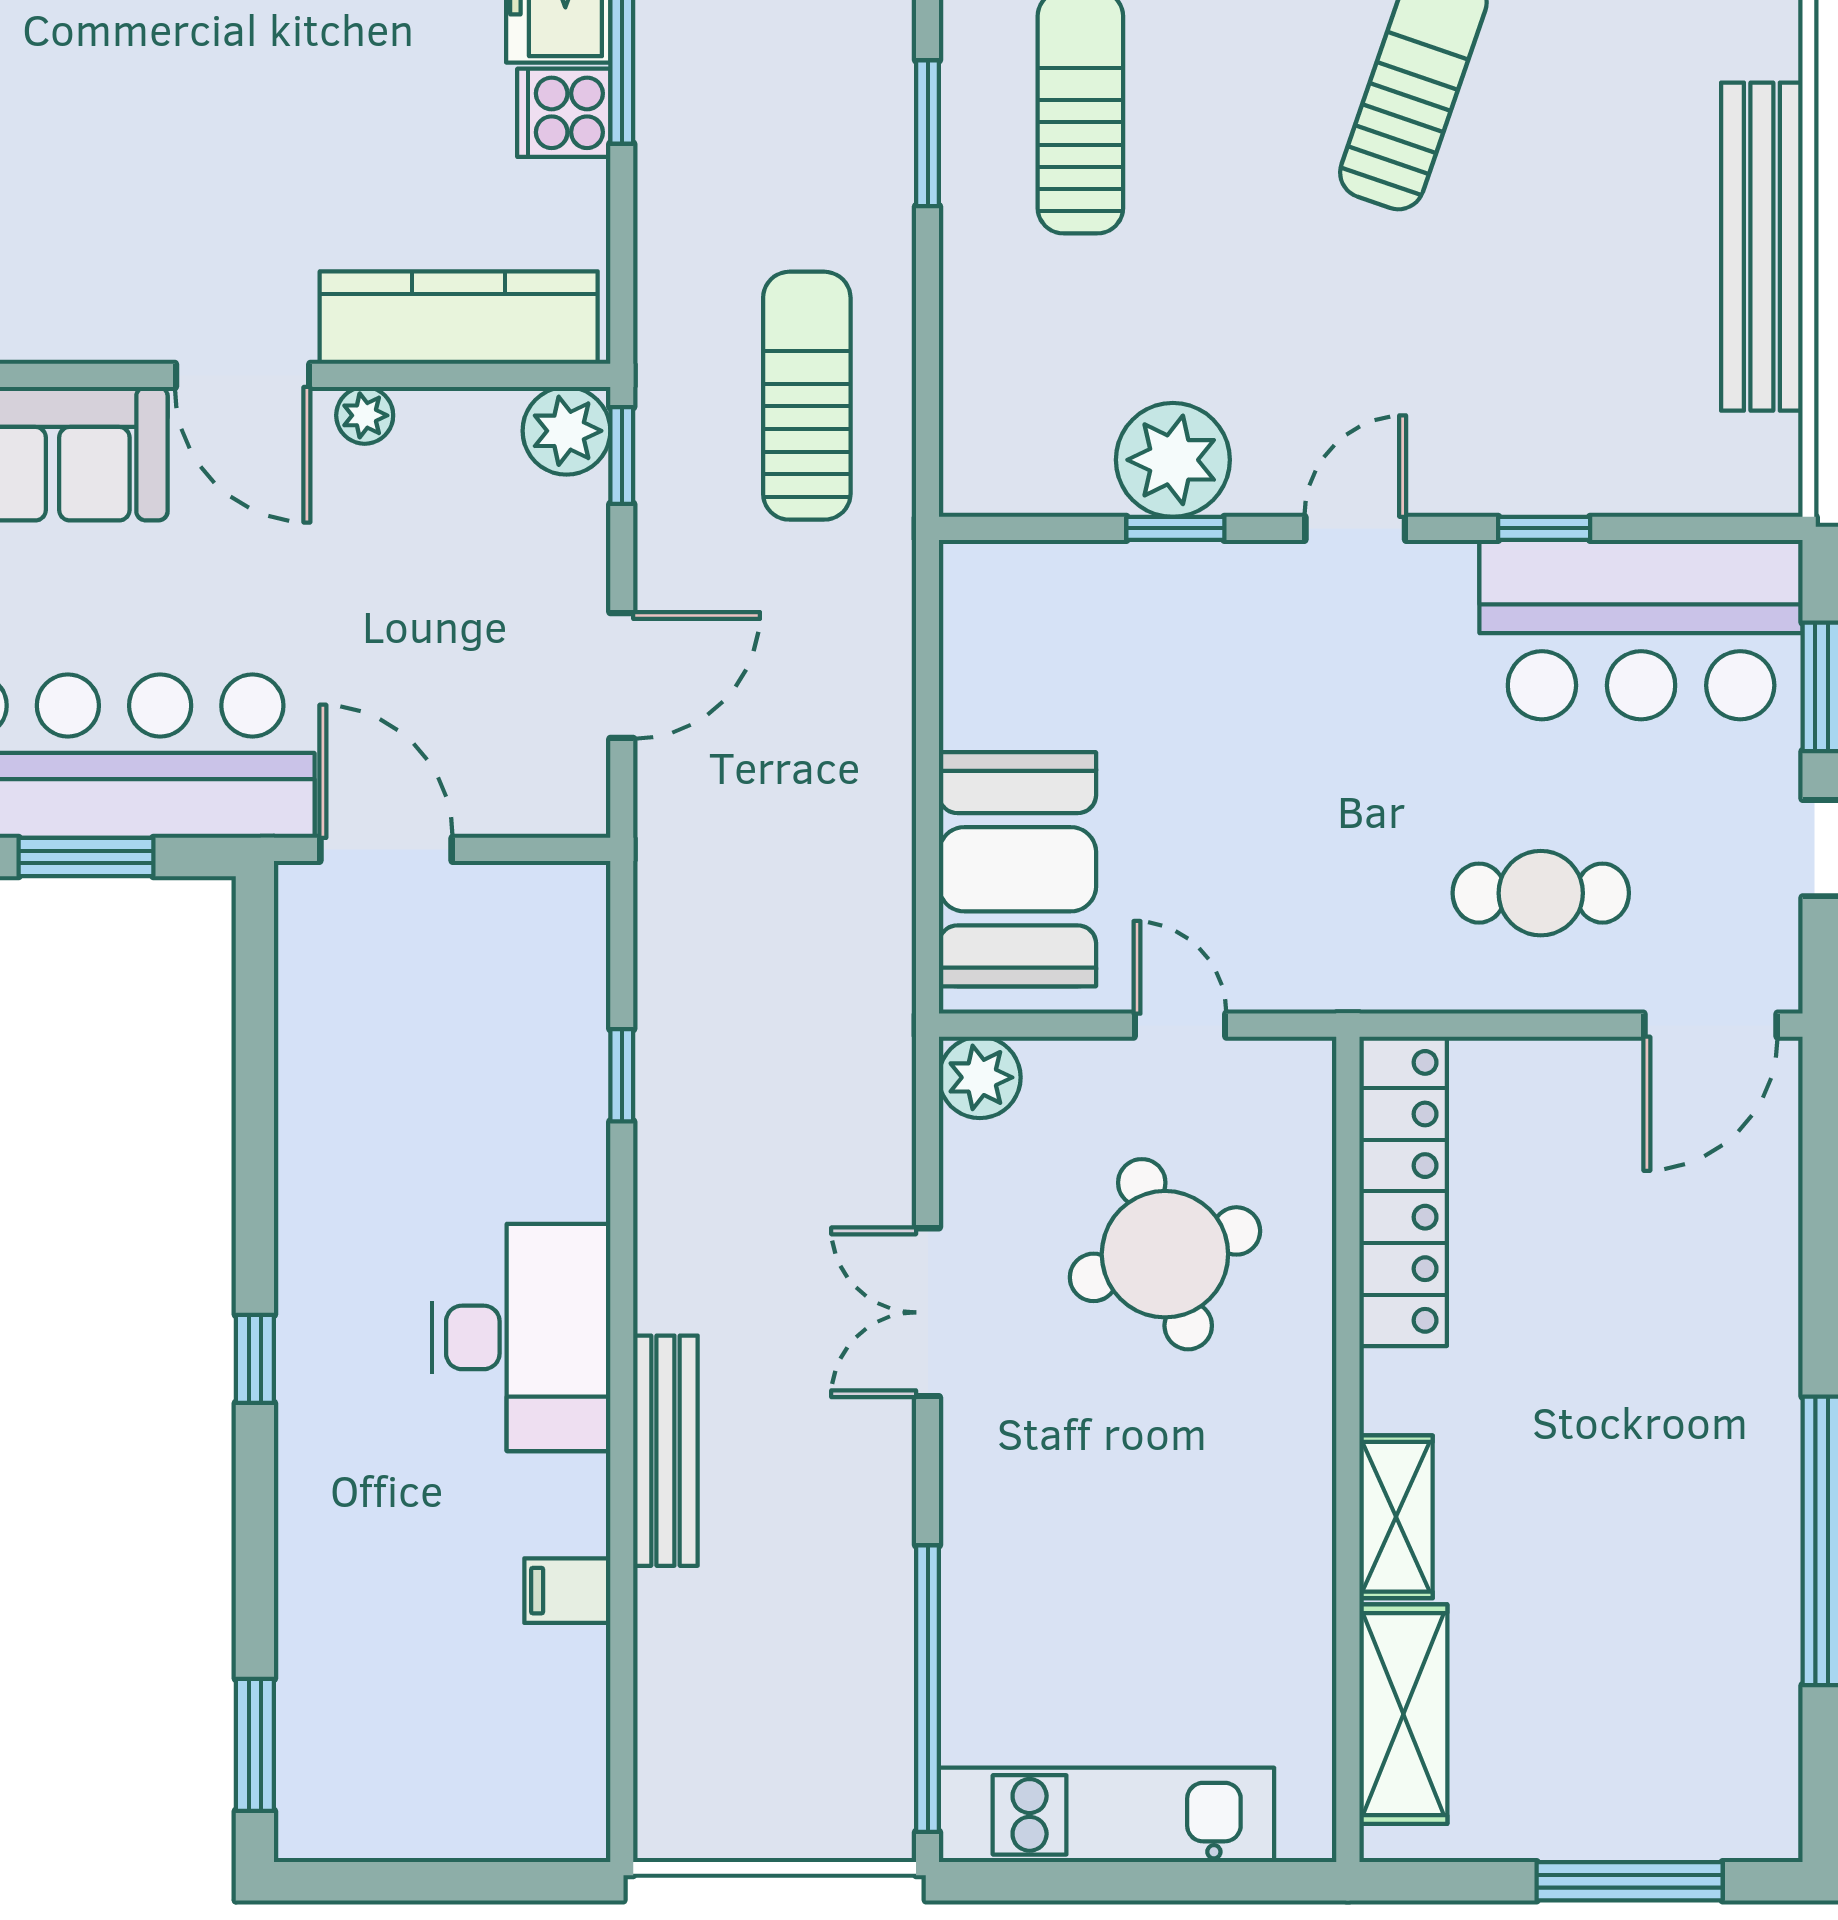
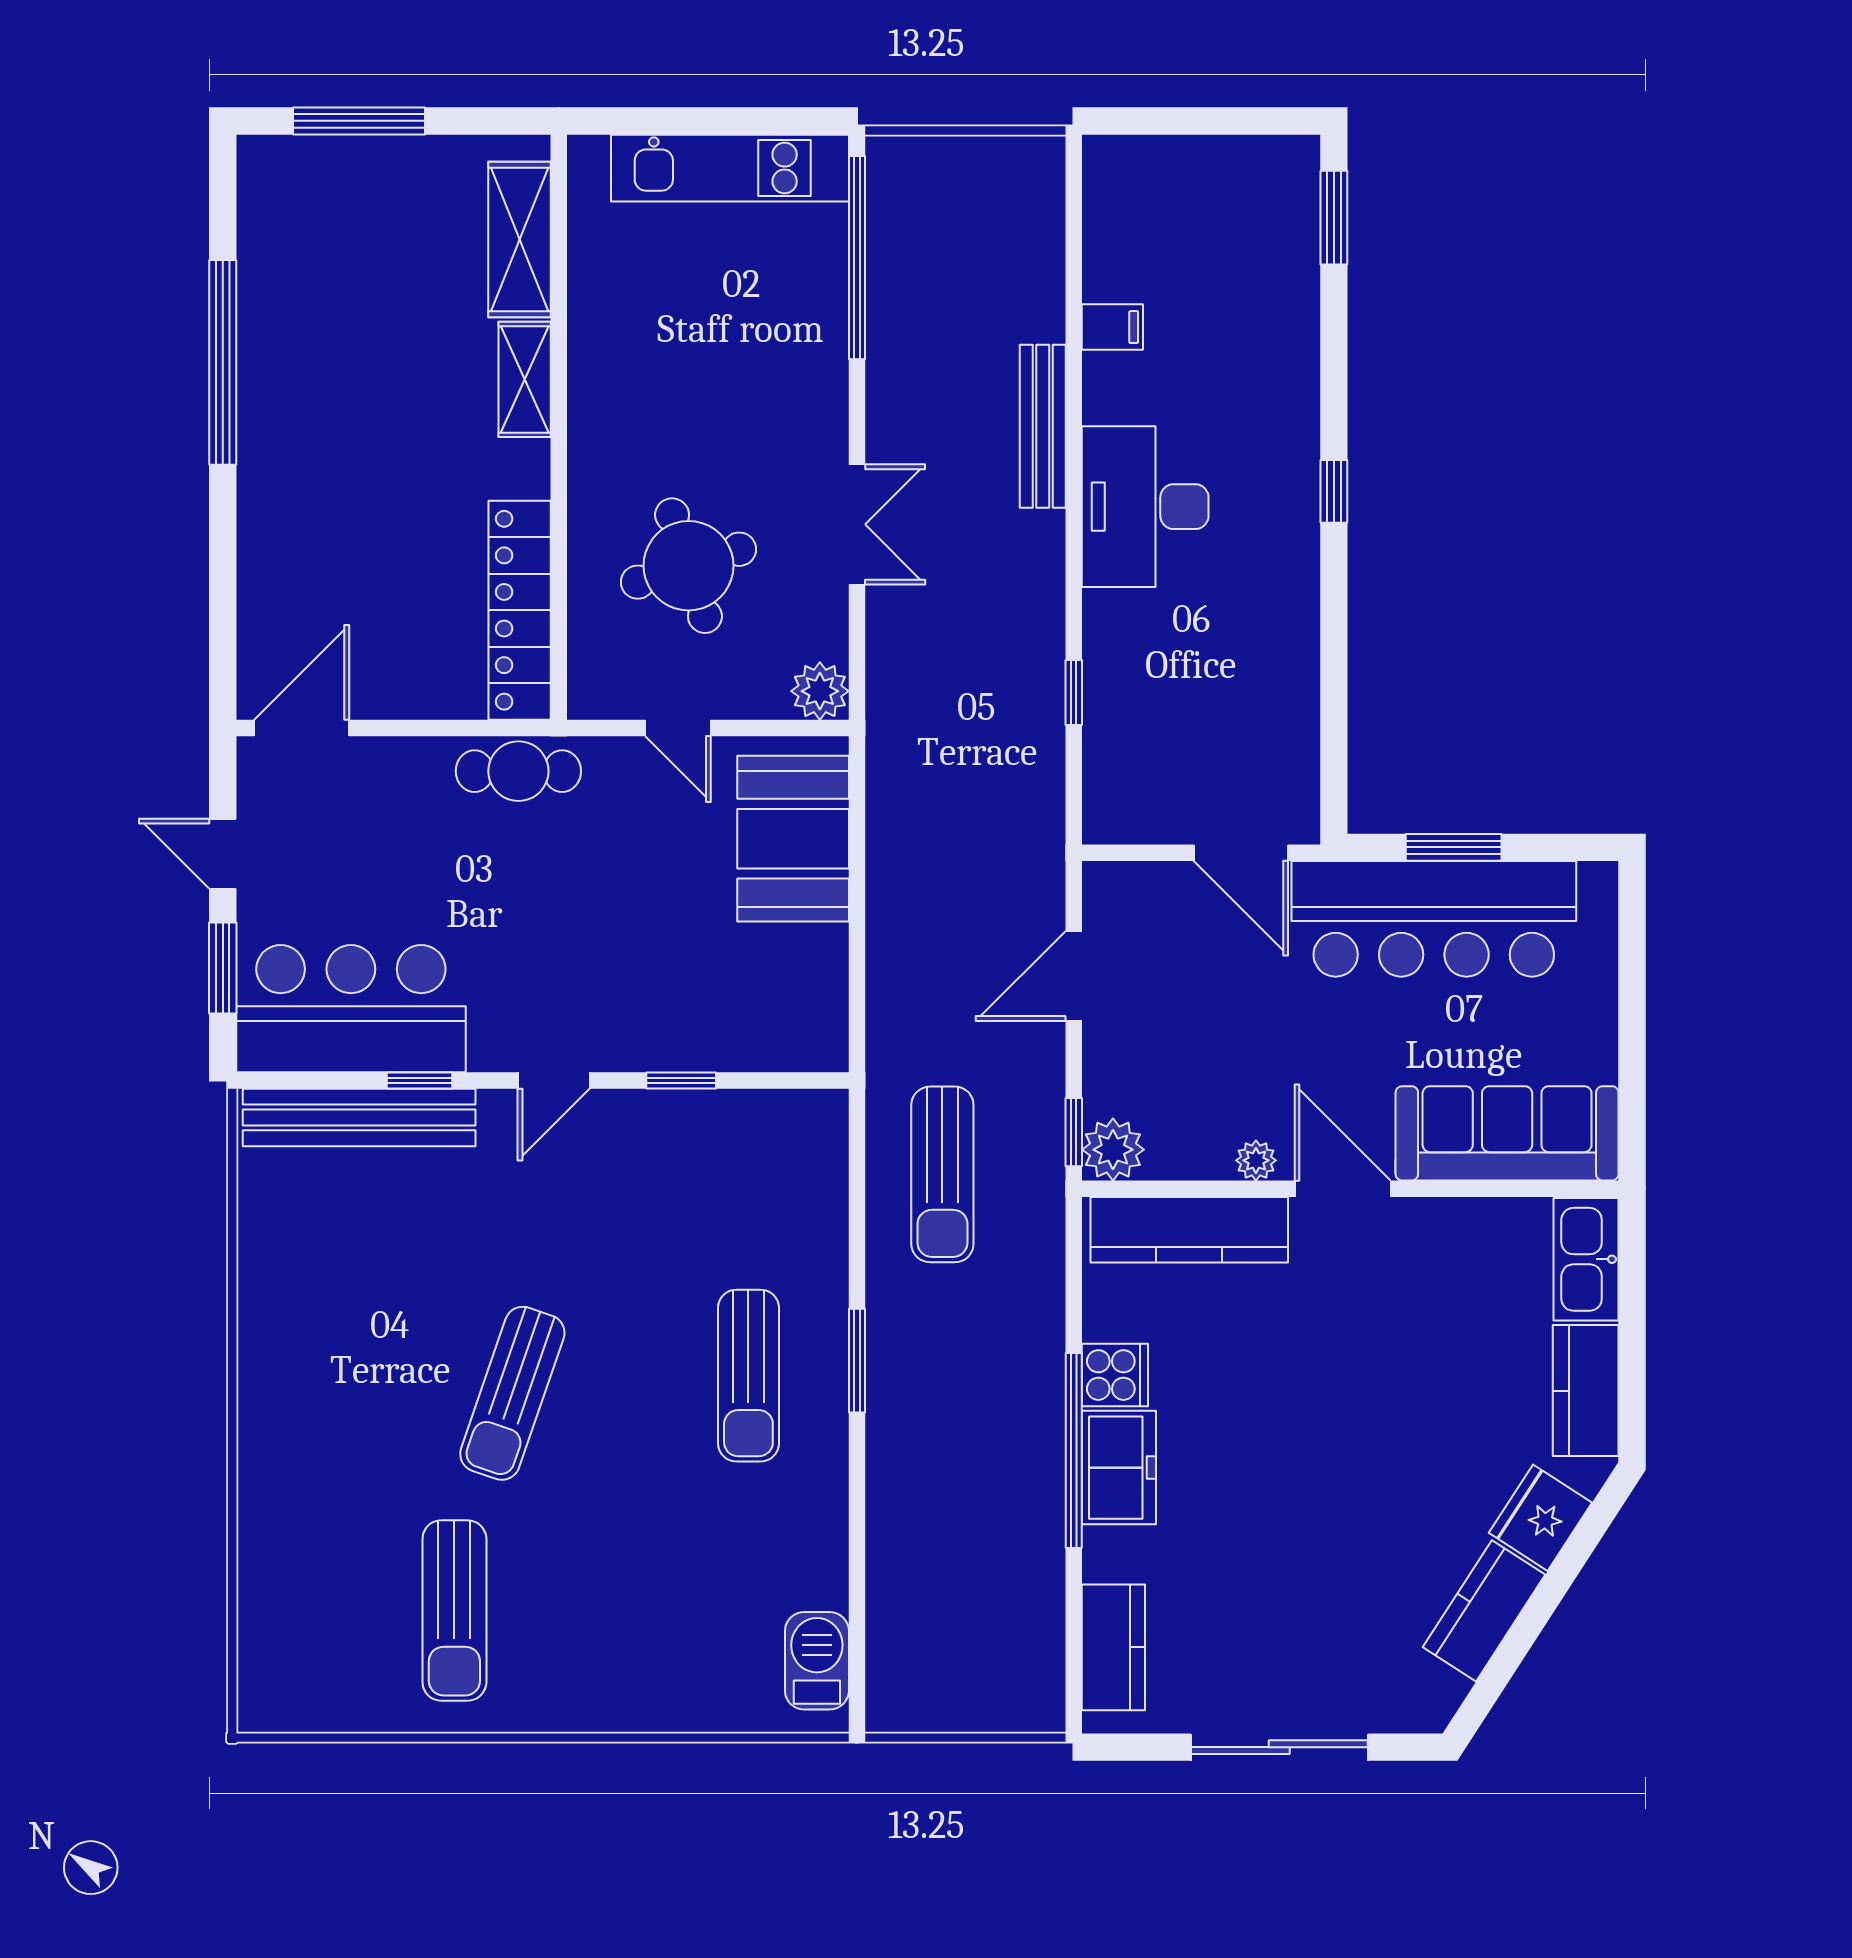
bench: (1762, 247) -> (359, 1117), moved, turned 90
plant: (1173, 460) -> (683, 1129), removed
cafe table: (1541, 893) -> (518, 771), moved

